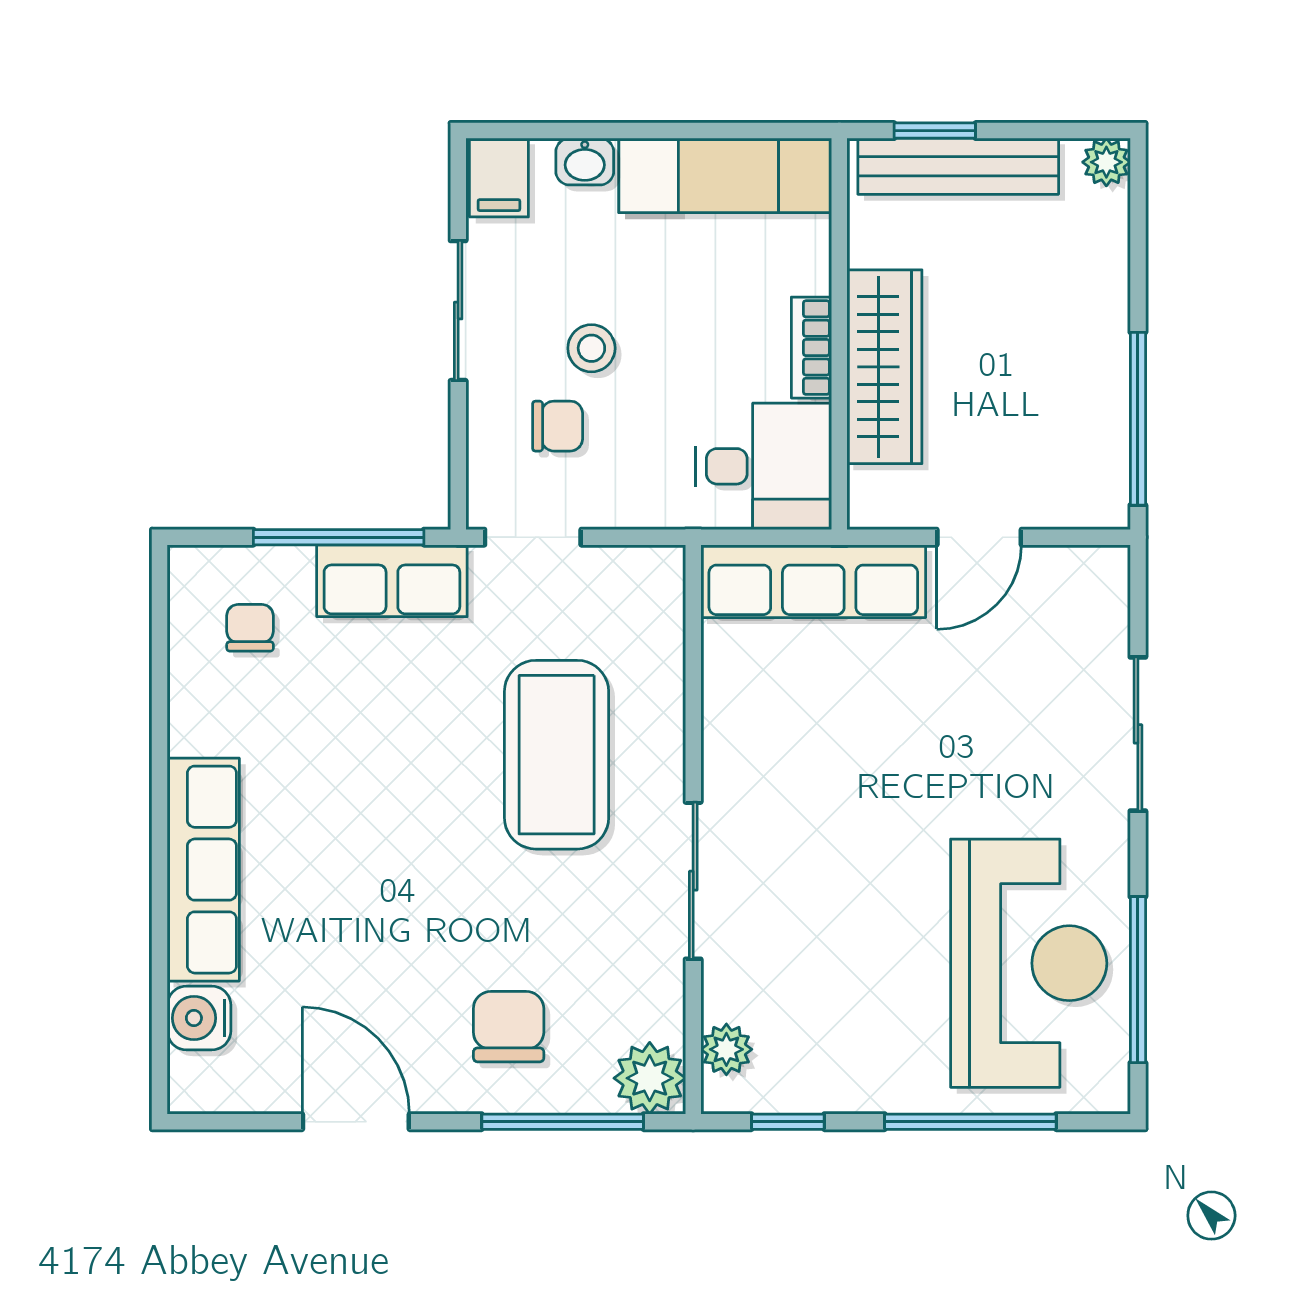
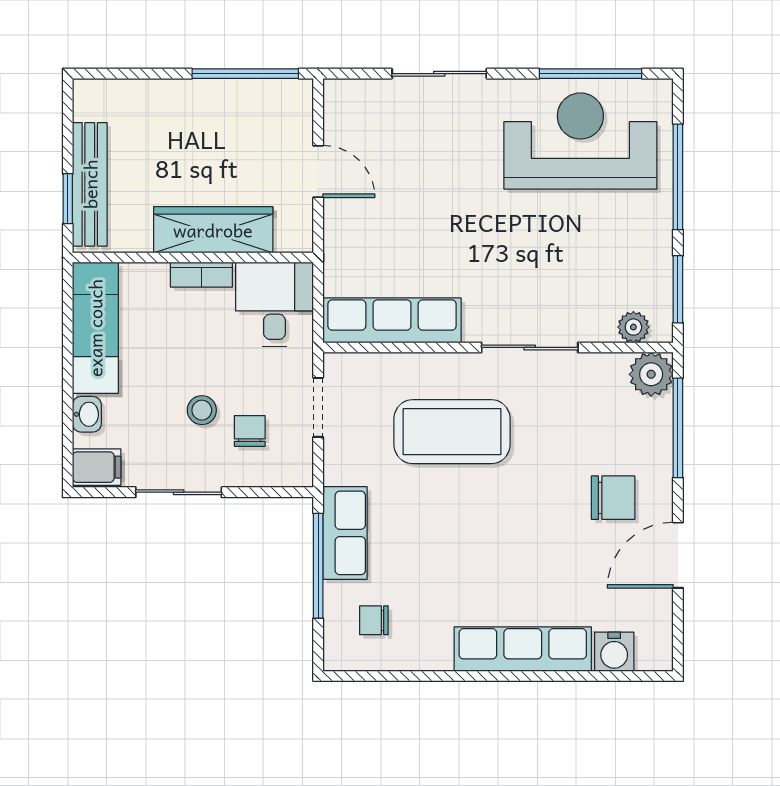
plant: (1106, 162) -> (87, 93), removed
doorway: (533, 537) -> (318, 407), moved
row of seats: (813, 581) -> (392, 320), moved, turned -90
chair: (509, 1027) -> (613, 498), moved, turned 180
window: (788, 1122) -> (678, 289), width x1.50

